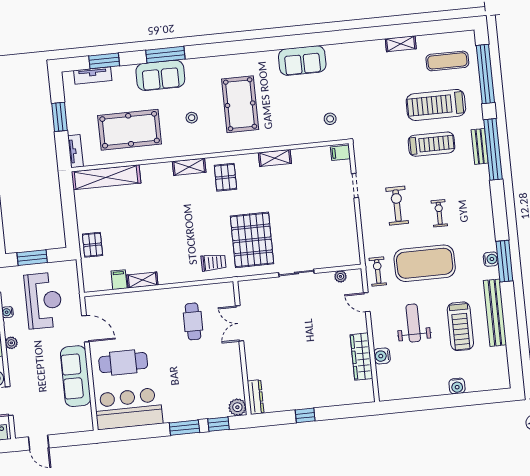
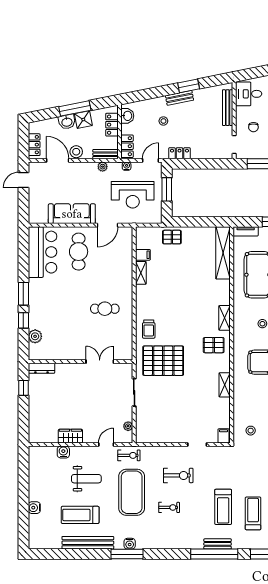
treadmill: (436, 105) -> (253, 513), width x0.73, depth x0.73
double door: (240, 323) -> (100, 362), moved
wall: (242, 348) -> (80, 362), moved
wardrobe: (361, 357) -> (70, 436), width x0.67
dresser: (256, 397) -> (41, 368), moved

